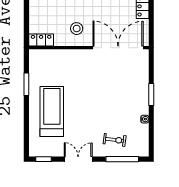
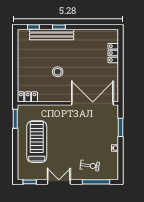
locker: (41, 40) -> (28, 97), moved
wall: (89, 48) -> (68, 103), moved
double door: (118, 48) -> (93, 103), moved

